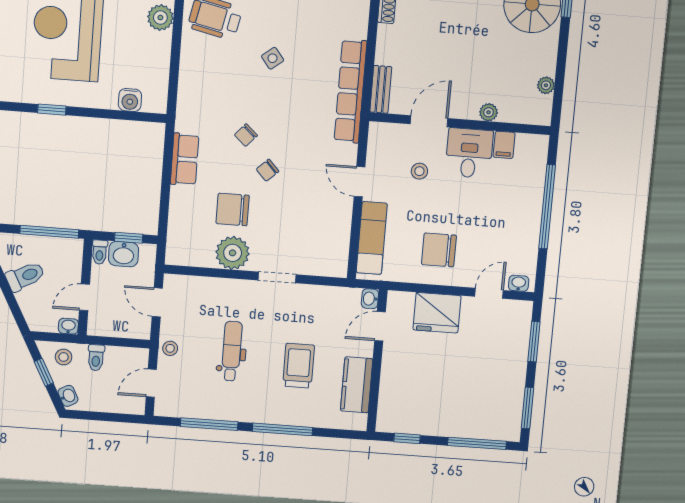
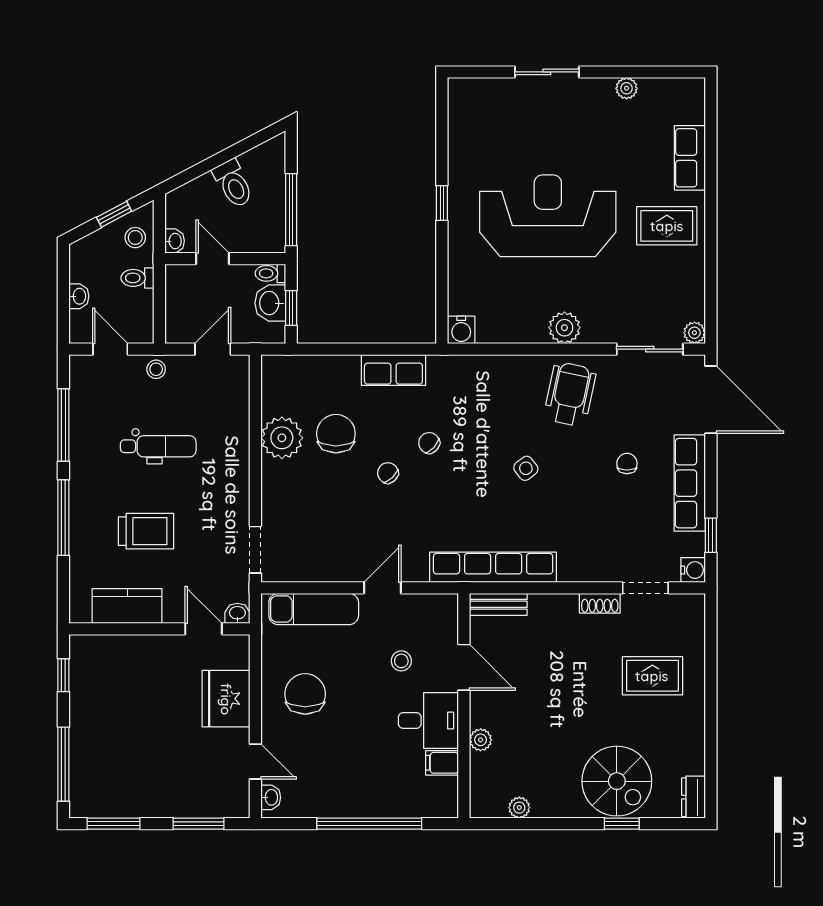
water cooler: (130, 100) -> (461, 330), moved, turned -90
doorway: (277, 277) -> (255, 550), moved
washbasin: (68, 396) -> (79, 296), moved, turned -62

